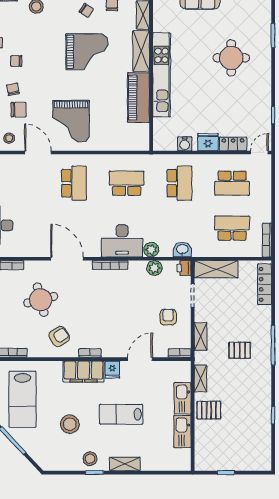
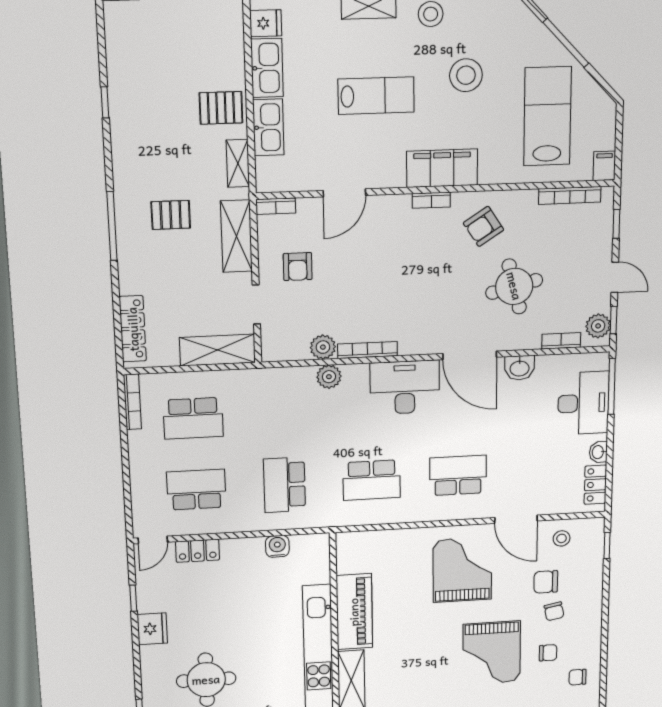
grand piano: (87, 52) -> (492, 653), moved, turned -90
fridge: (208, 142) -> (152, 629), moved, turned -90
school desk: (74, 183) -> (458, 475), turned 90
desk: (122, 241) -> (405, 387), moved
washbasin: (182, 249) -> (520, 368), moved
bookcase: (110, 265) -> (367, 350), moved
printer: (184, 268) -> (273, 349), removed
shelving: (201, 336) -> (236, 236), width x1.50, depth x1.33
fridge: (112, 370) -> (266, 23), moved, turned 90

